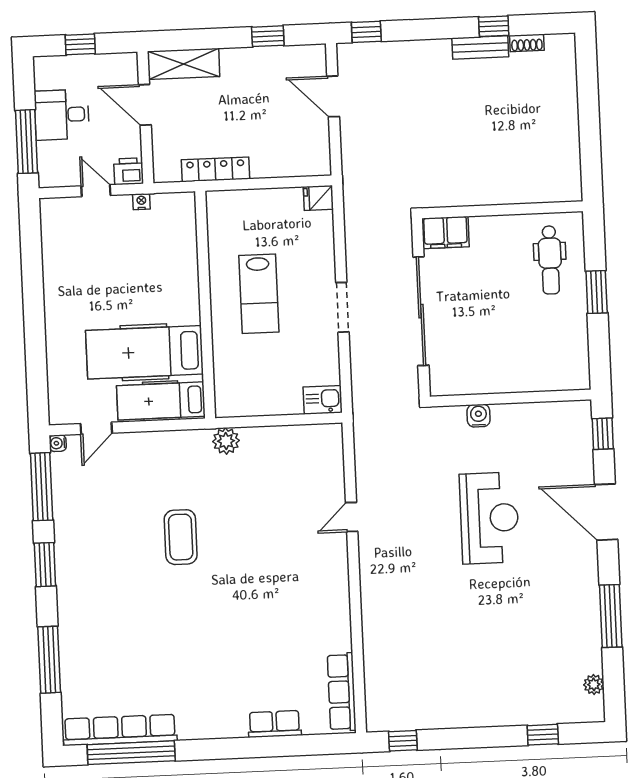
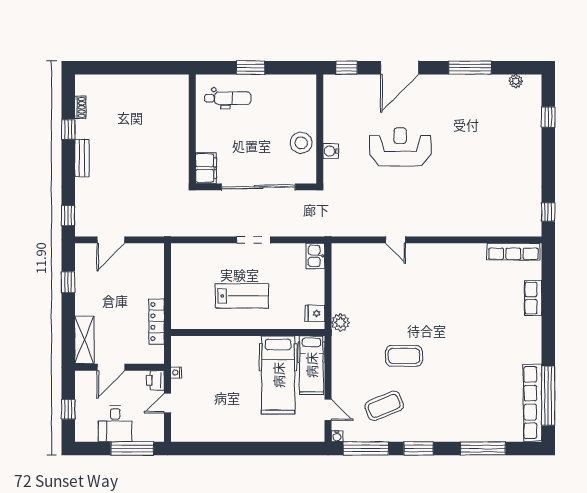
bench: (480, 47) -> (82, 158), moved
fridge: (318, 198) -> (315, 313), moved, turned 90
stool: (489, 371) -> (301, 143), added
coffee table: (106, 511) -> (384, 406), added

